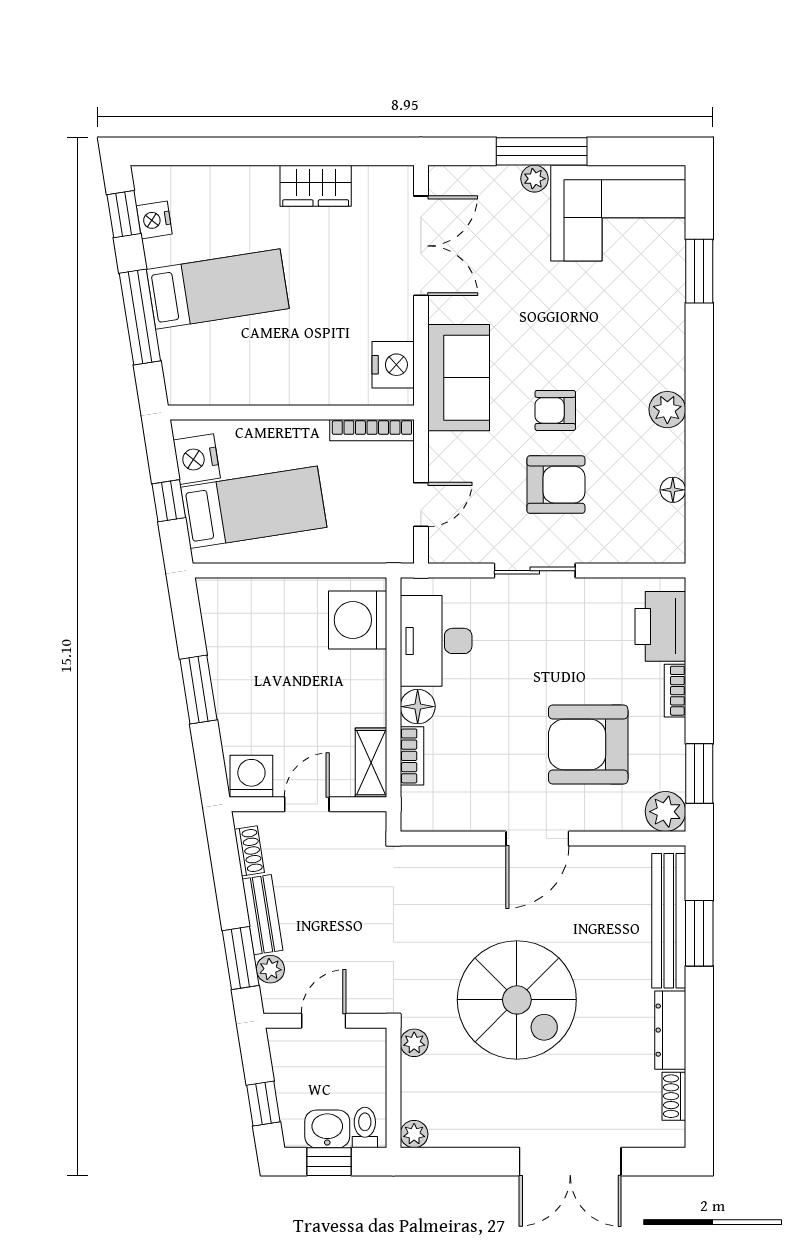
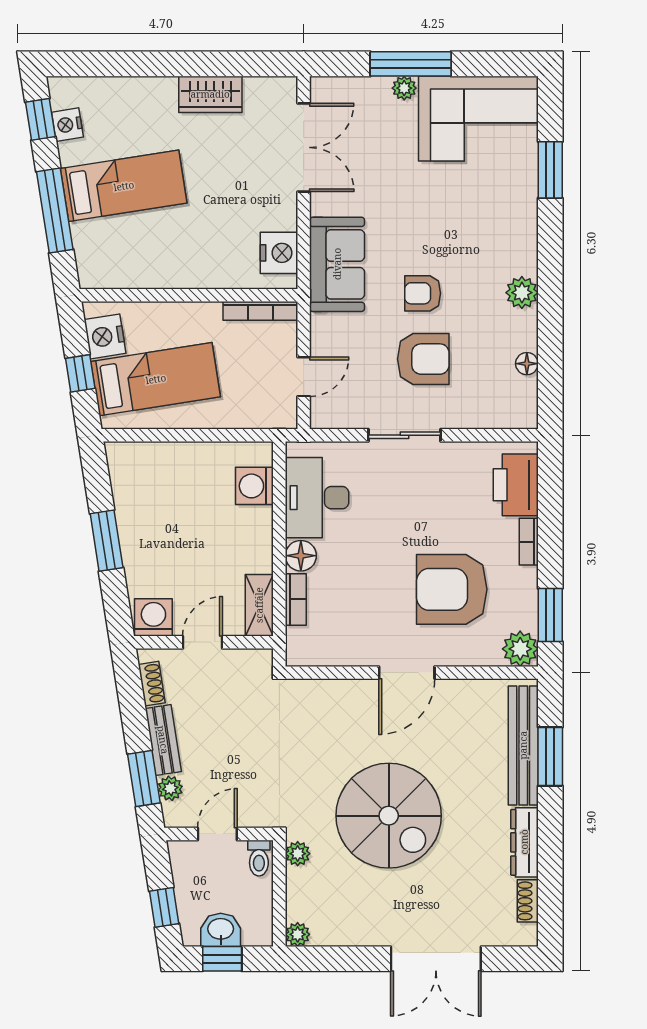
washing machine: (358, 620) -> (254, 486), width x0.73, depth x0.73
toilet: (365, 1128) -> (259, 858), moved, turned 180

